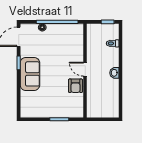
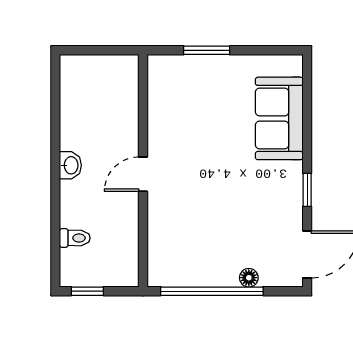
door: (85, 69) -> (143, 174), swing flipped
sofa: (30, 74) -> (279, 118), moved
armchair: (75, 86) -> (167, 133), removed

